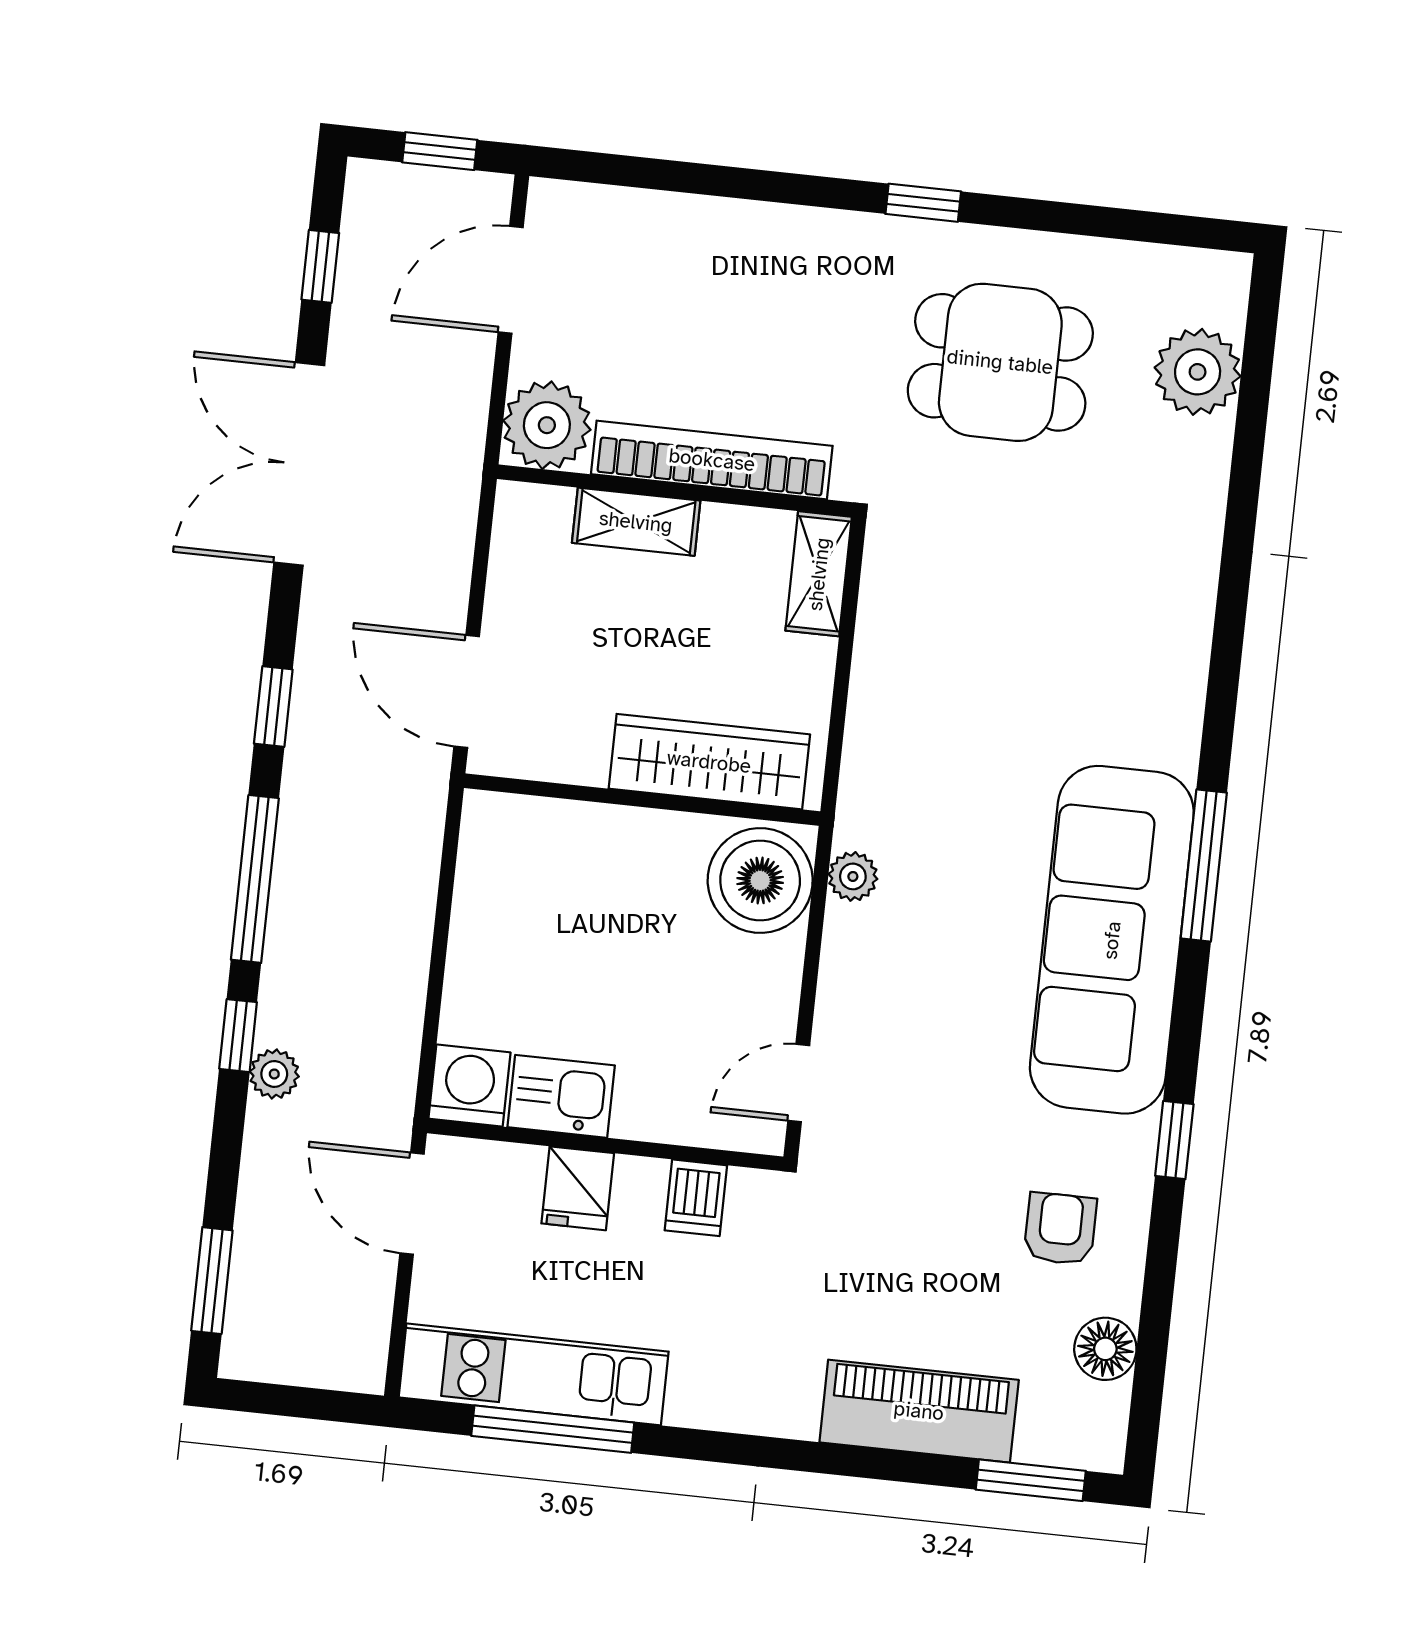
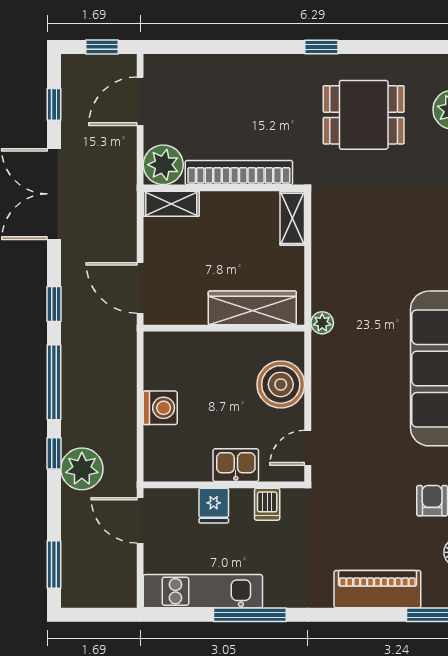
shelving: (636, 522) -> (171, 204), moved
plant: (853, 876) -> (322, 323), moved
boiler: (760, 881) -> (281, 384), moved
plant: (274, 1074) -> (82, 469), width x1.87, depth x1.87
washing machine: (469, 1086) -> (160, 408), moved, turned 90
kitchen sink: (561, 1096) -> (236, 465), moved
window: (553, 1429) -> (250, 615), moved

